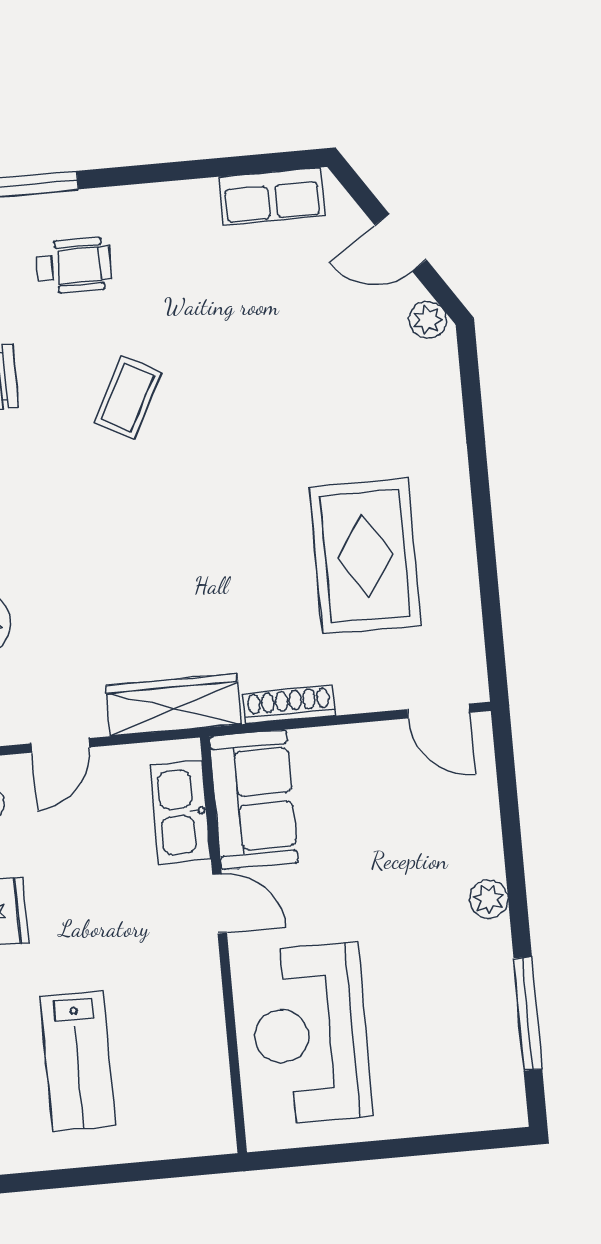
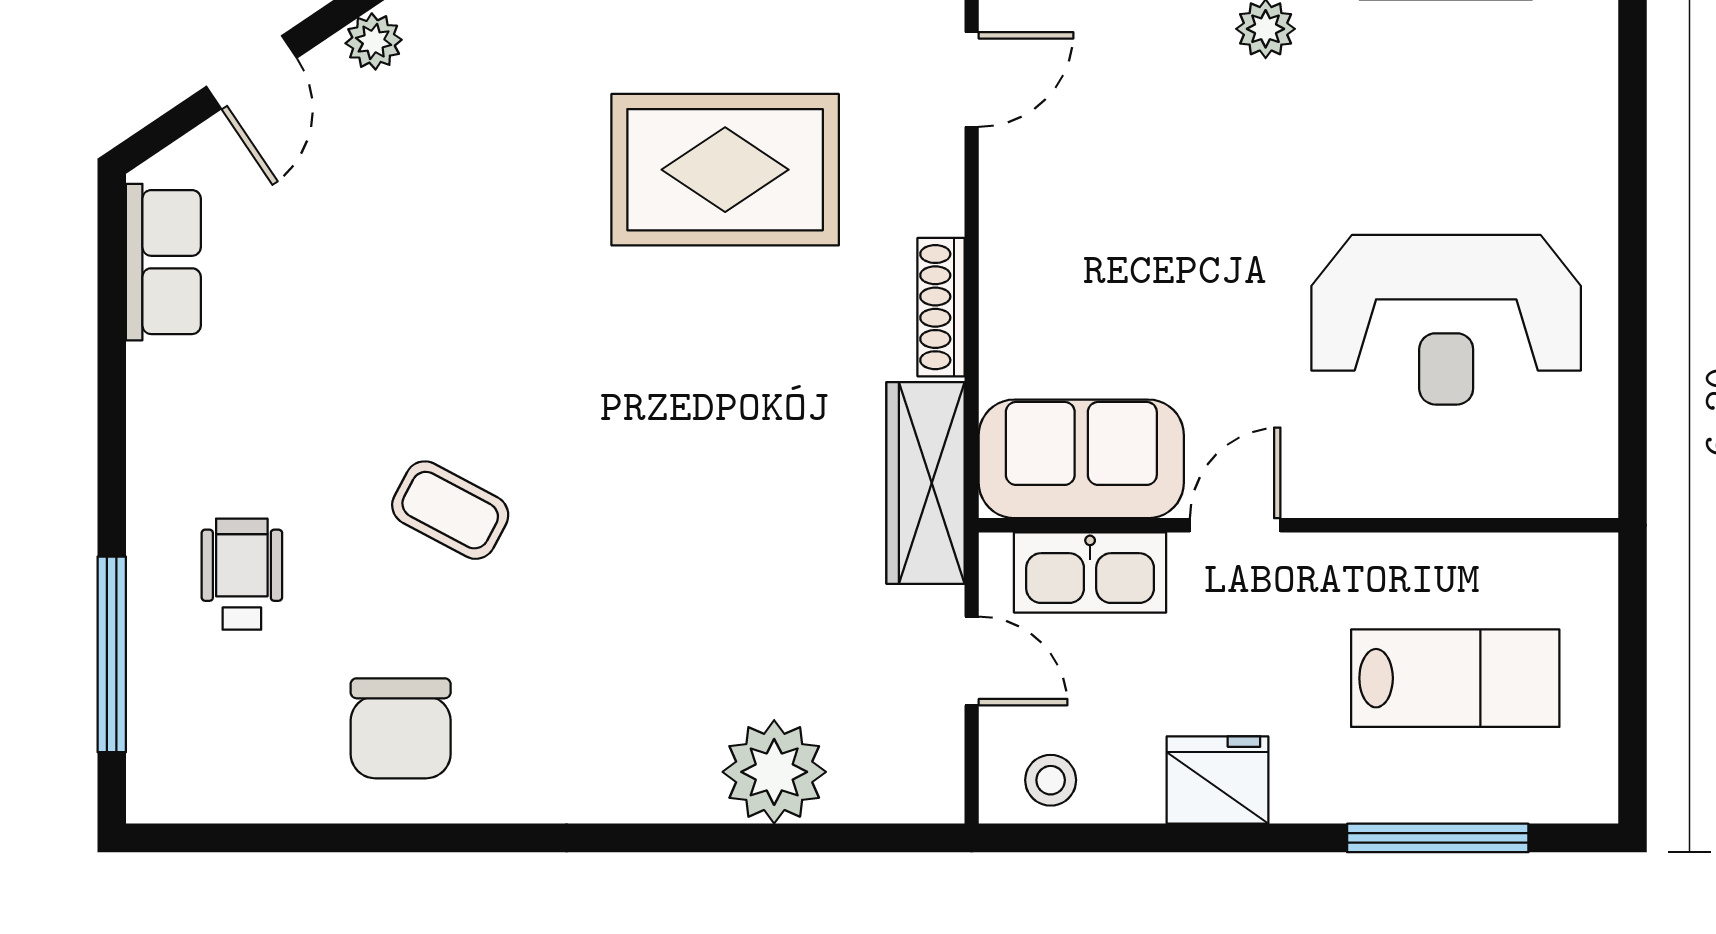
sofa: (254, 800) -> (1081, 459), moved
kitchen sink: (180, 812) -> (1090, 572), moved
door: (220, 904) -> (1235, 525), moved
wall: (223, 945) -> (1299, 525), moved

